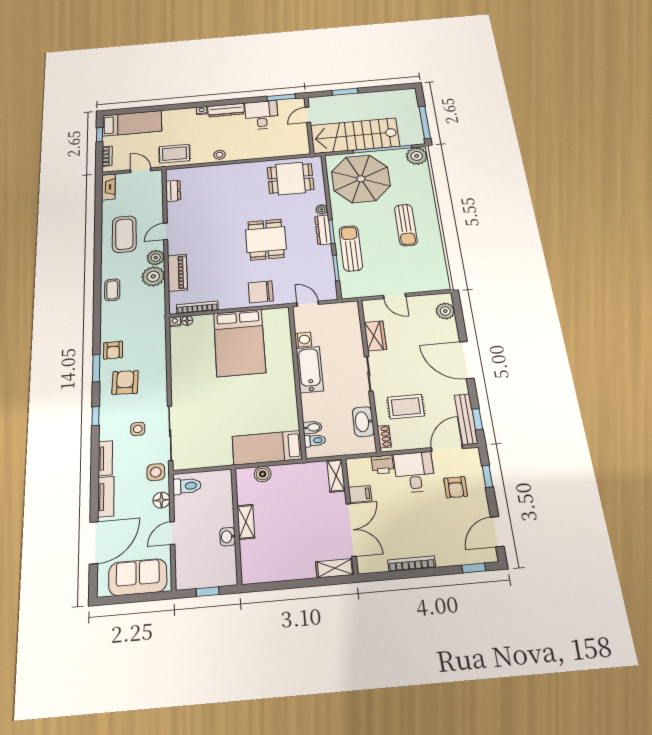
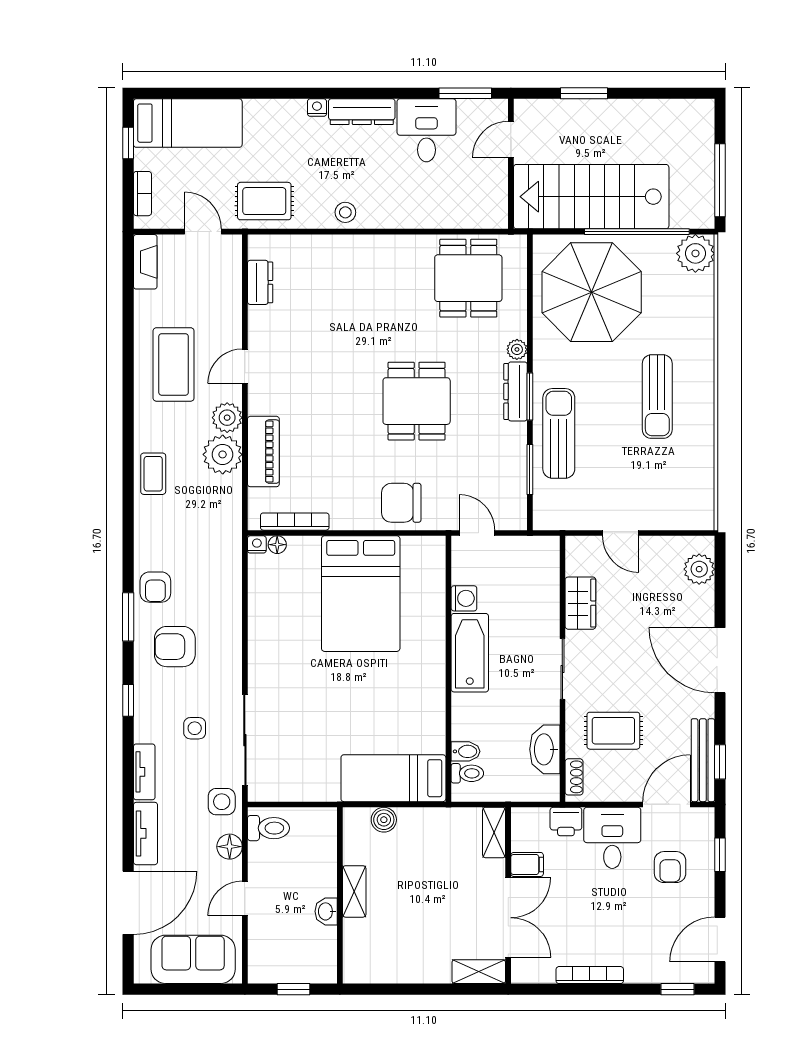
dining table: (291, 178) -> (468, 278), turned 90
armchair: (125, 382) -> (175, 647), turned -93

